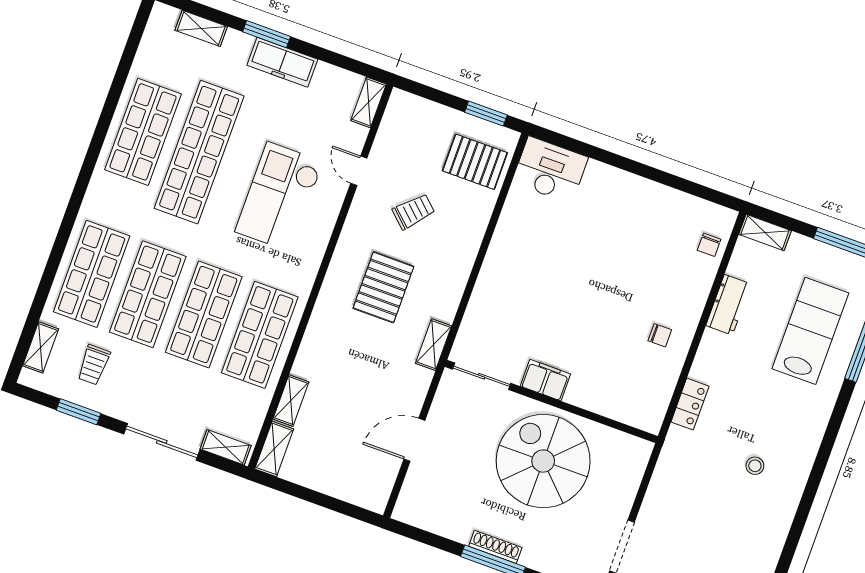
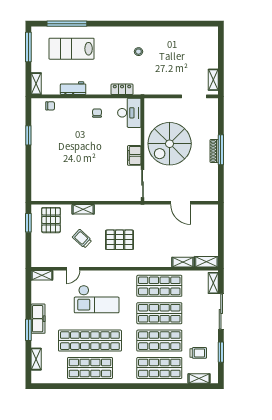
desk: (550, 170) -> (129, 113), moved, turned 180
window: (665, 178) -> (28, 135), added
shelving: (434, 345) -> (83, 209), moved

